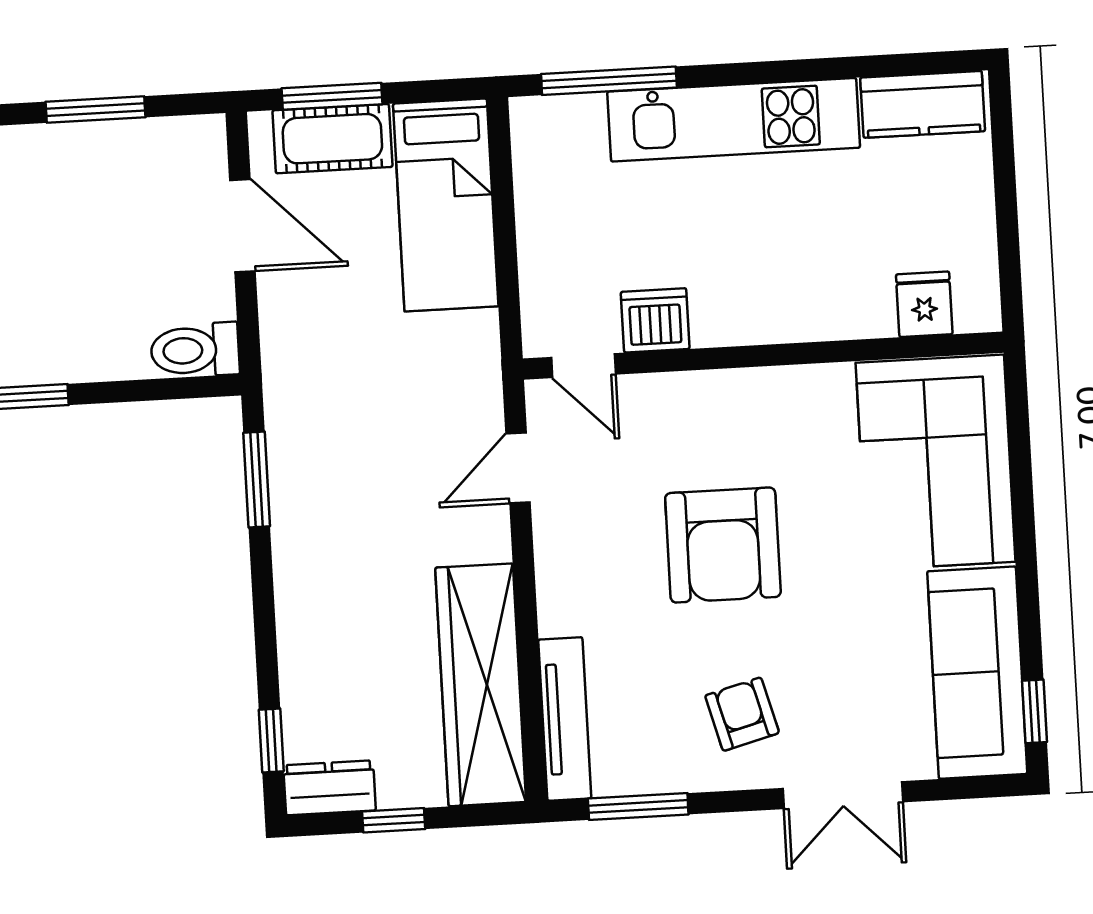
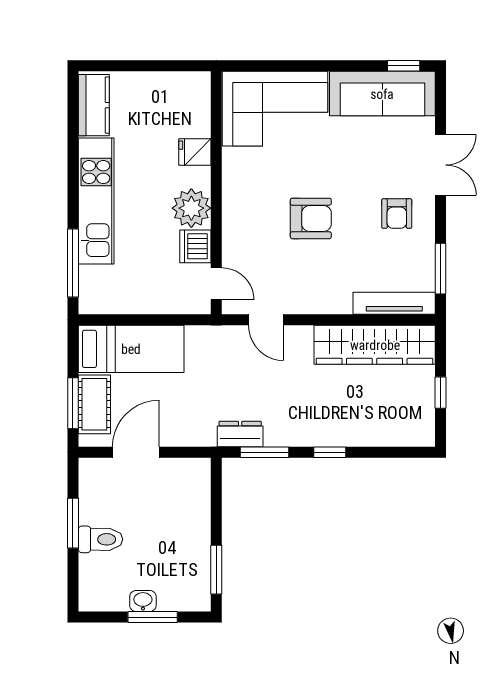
fridge: (924, 304) -> (195, 152), moved
plant: (730, 308) -> (191, 208), added
toilet: (195, 350) -> (100, 539), moved, turned -90
door: (583, 366) -> (216, 284), hinge flipped
armchair: (723, 545) -> (311, 218), width x0.73, depth x0.73
armchair: (742, 714) -> (397, 214), turned -75
window: (271, 740) -> (330, 452), moved
dresser: (330, 788) -> (240, 434), moved, turned 90

